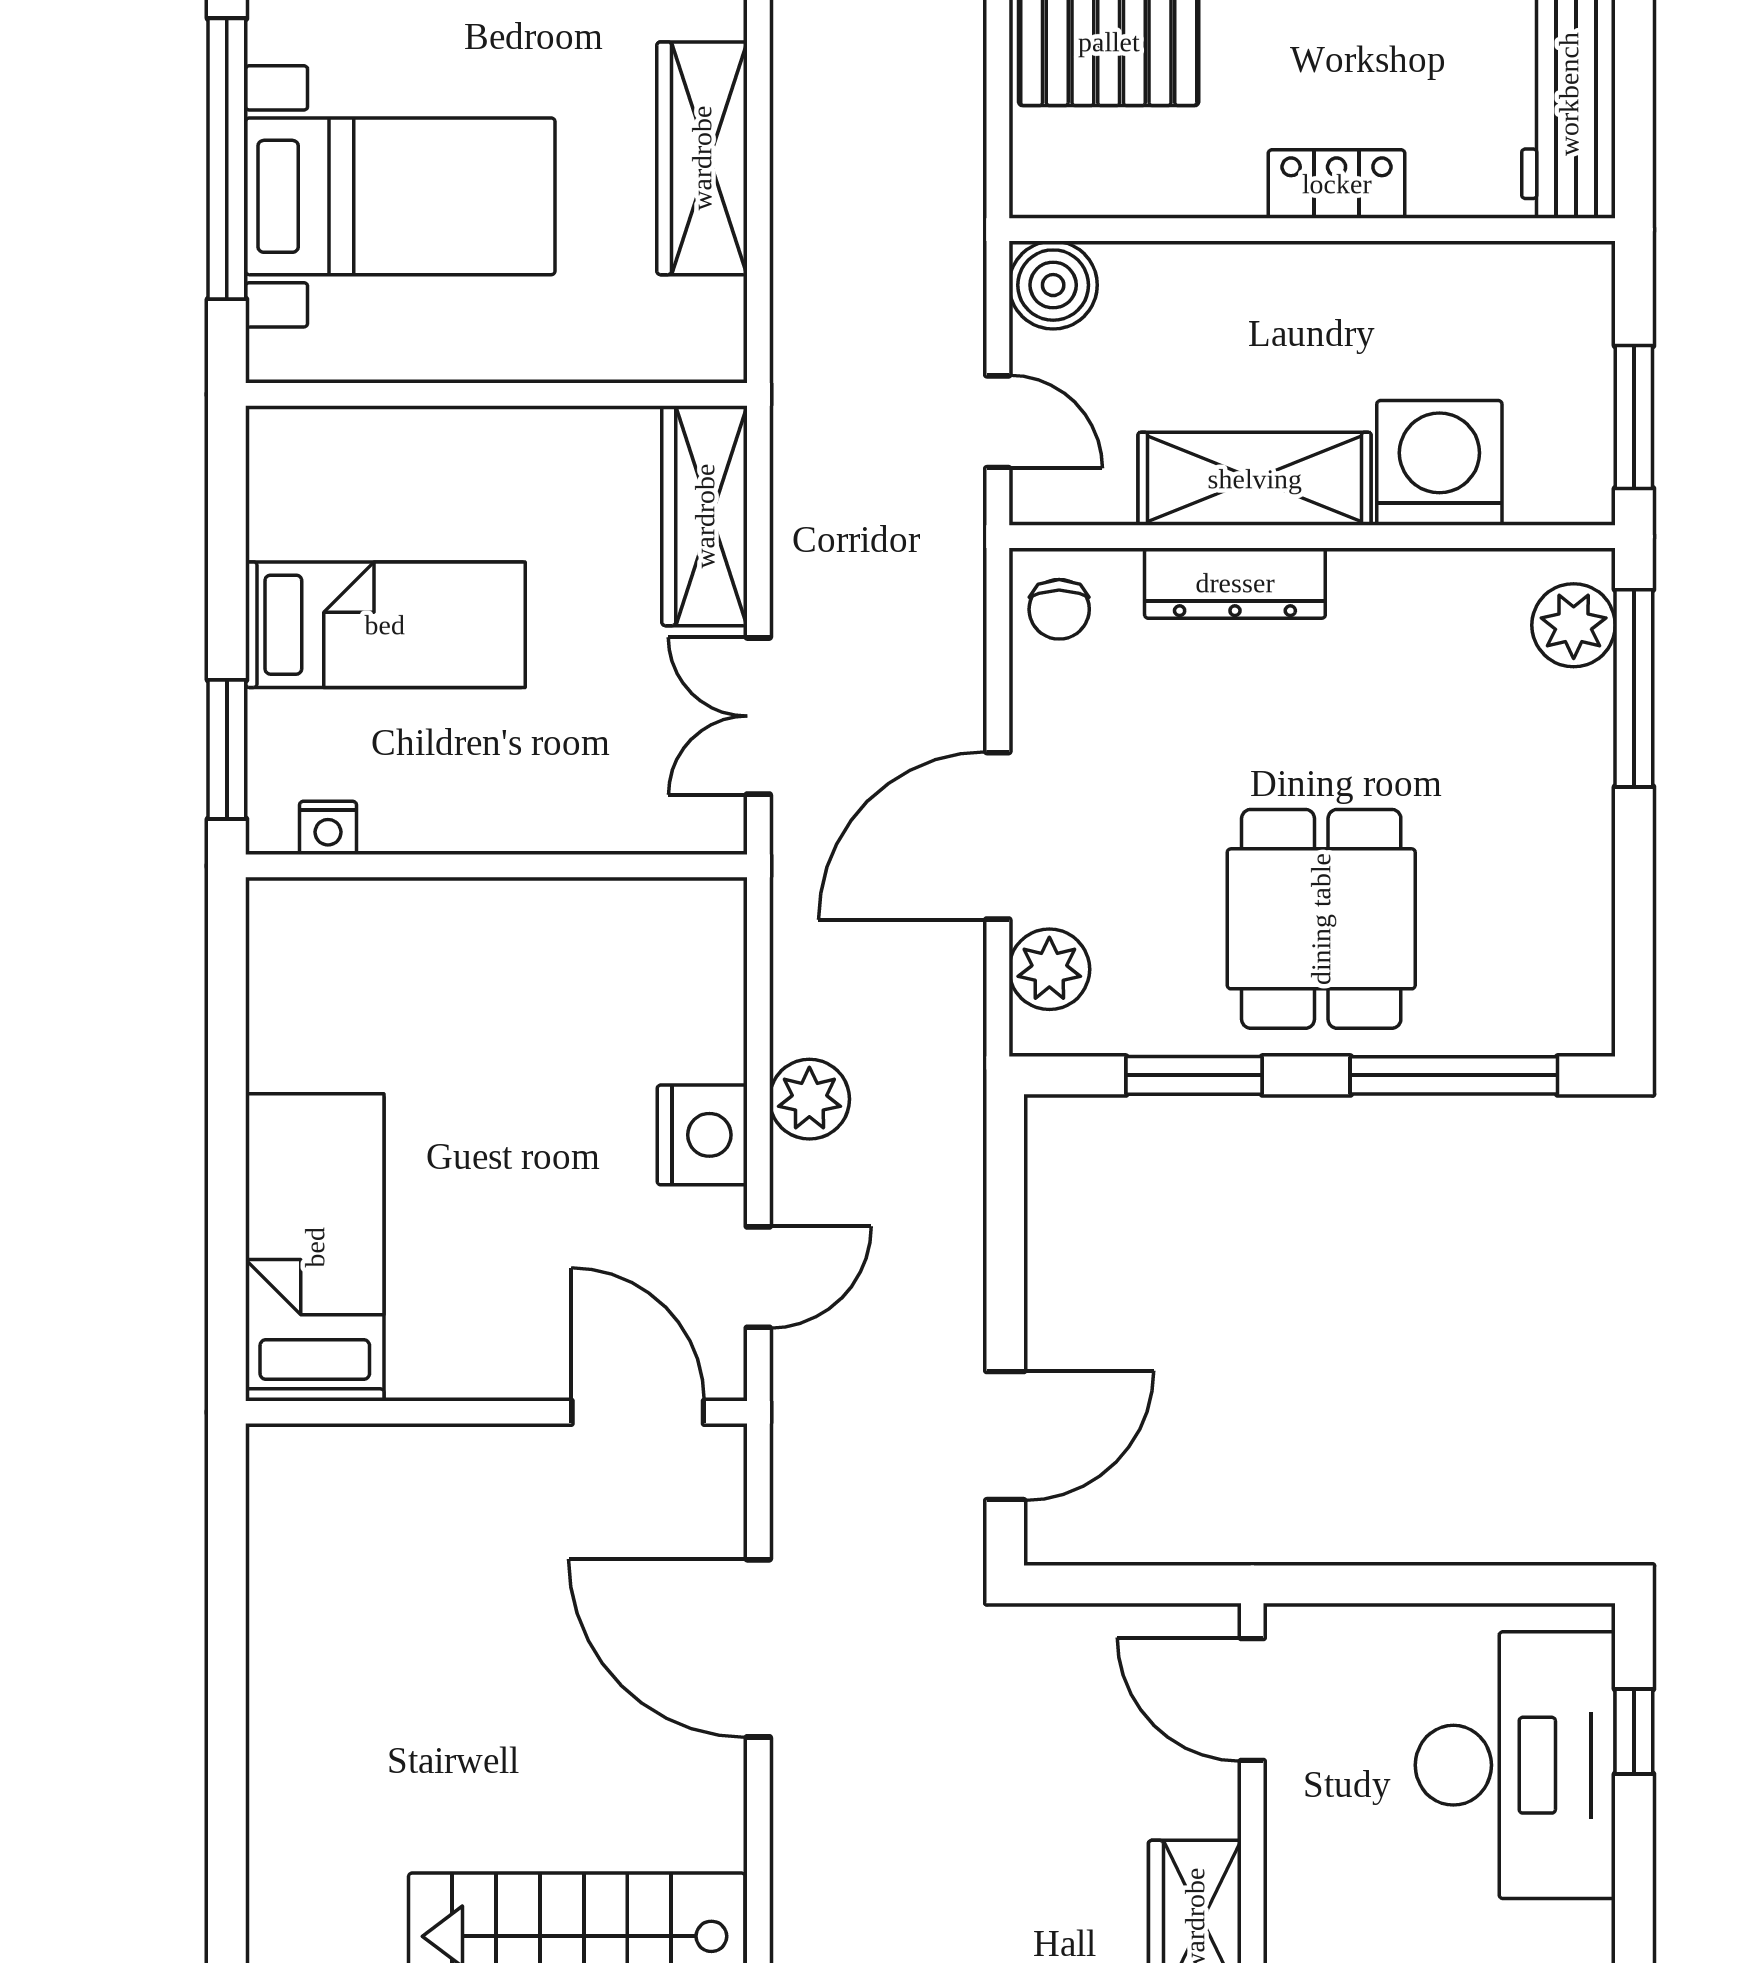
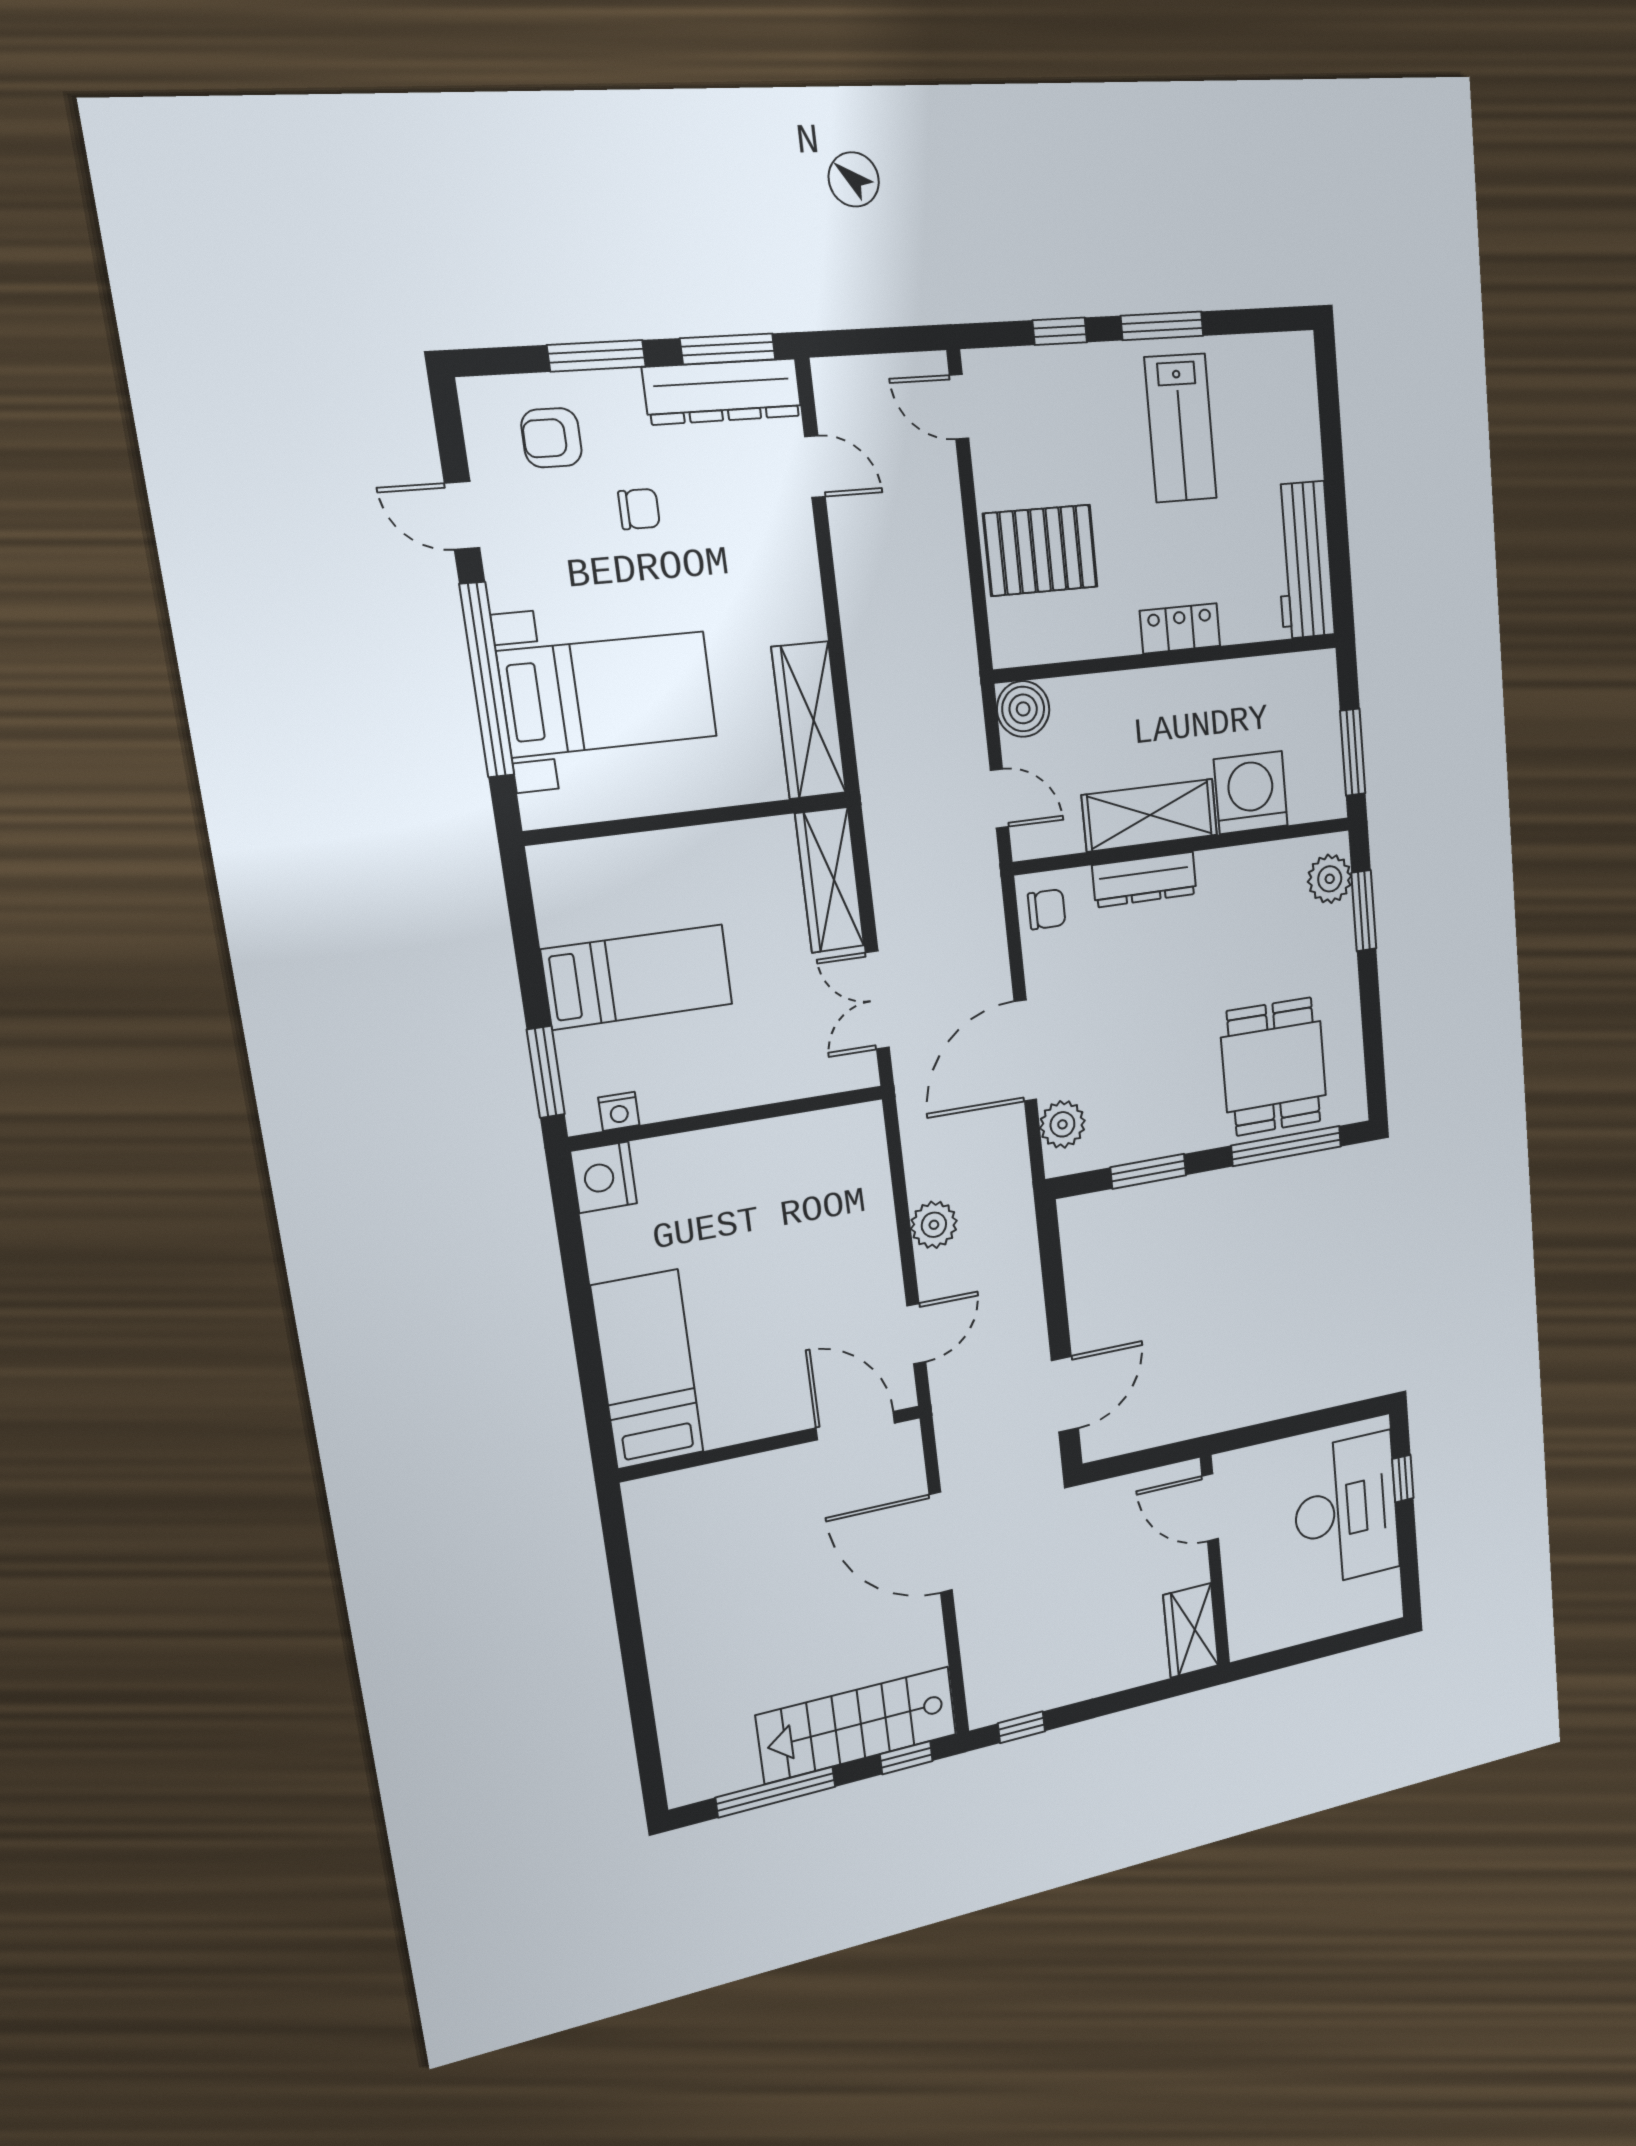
wardrobe: (702, 158) -> (809, 720), moved
chair: (1059, 609) -> (1047, 909), turned -90
window: (1634, 688) -> (1364, 911), width x0.69
dining table: (1321, 919) -> (1274, 1067), moved
nightstand: (702, 1135) -> (604, 1177), moved, turned 180

